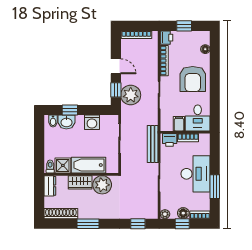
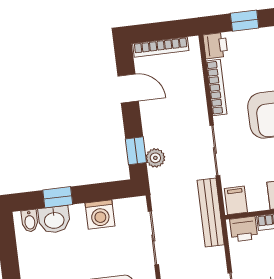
door: (116, 66) -> (128, 88), moved
plant: (131, 95) -> (155, 158), width x0.53, depth x0.53
filing cabinet: (179, 124) -> (236, 200), moved
bench: (153, 144) -> (211, 213), moved

